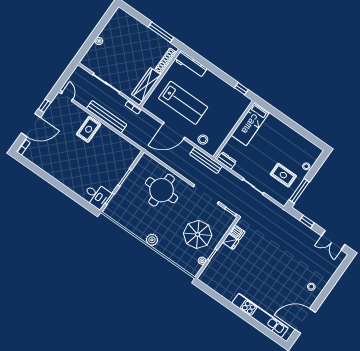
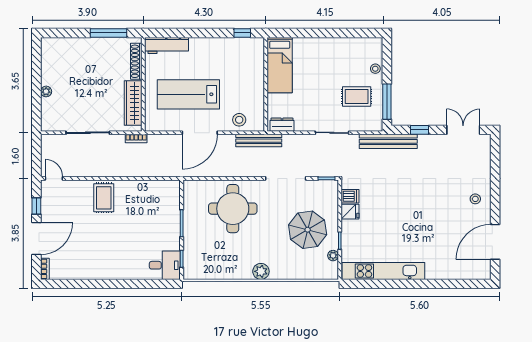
lab bench: (183, 103) -> (188, 94), turned 180
bench: (107, 117) -> (388, 141), moved
double door: (333, 240) -> (463, 130), swing flipped
kitchen unit: (260, 315) -> (383, 271), moved

